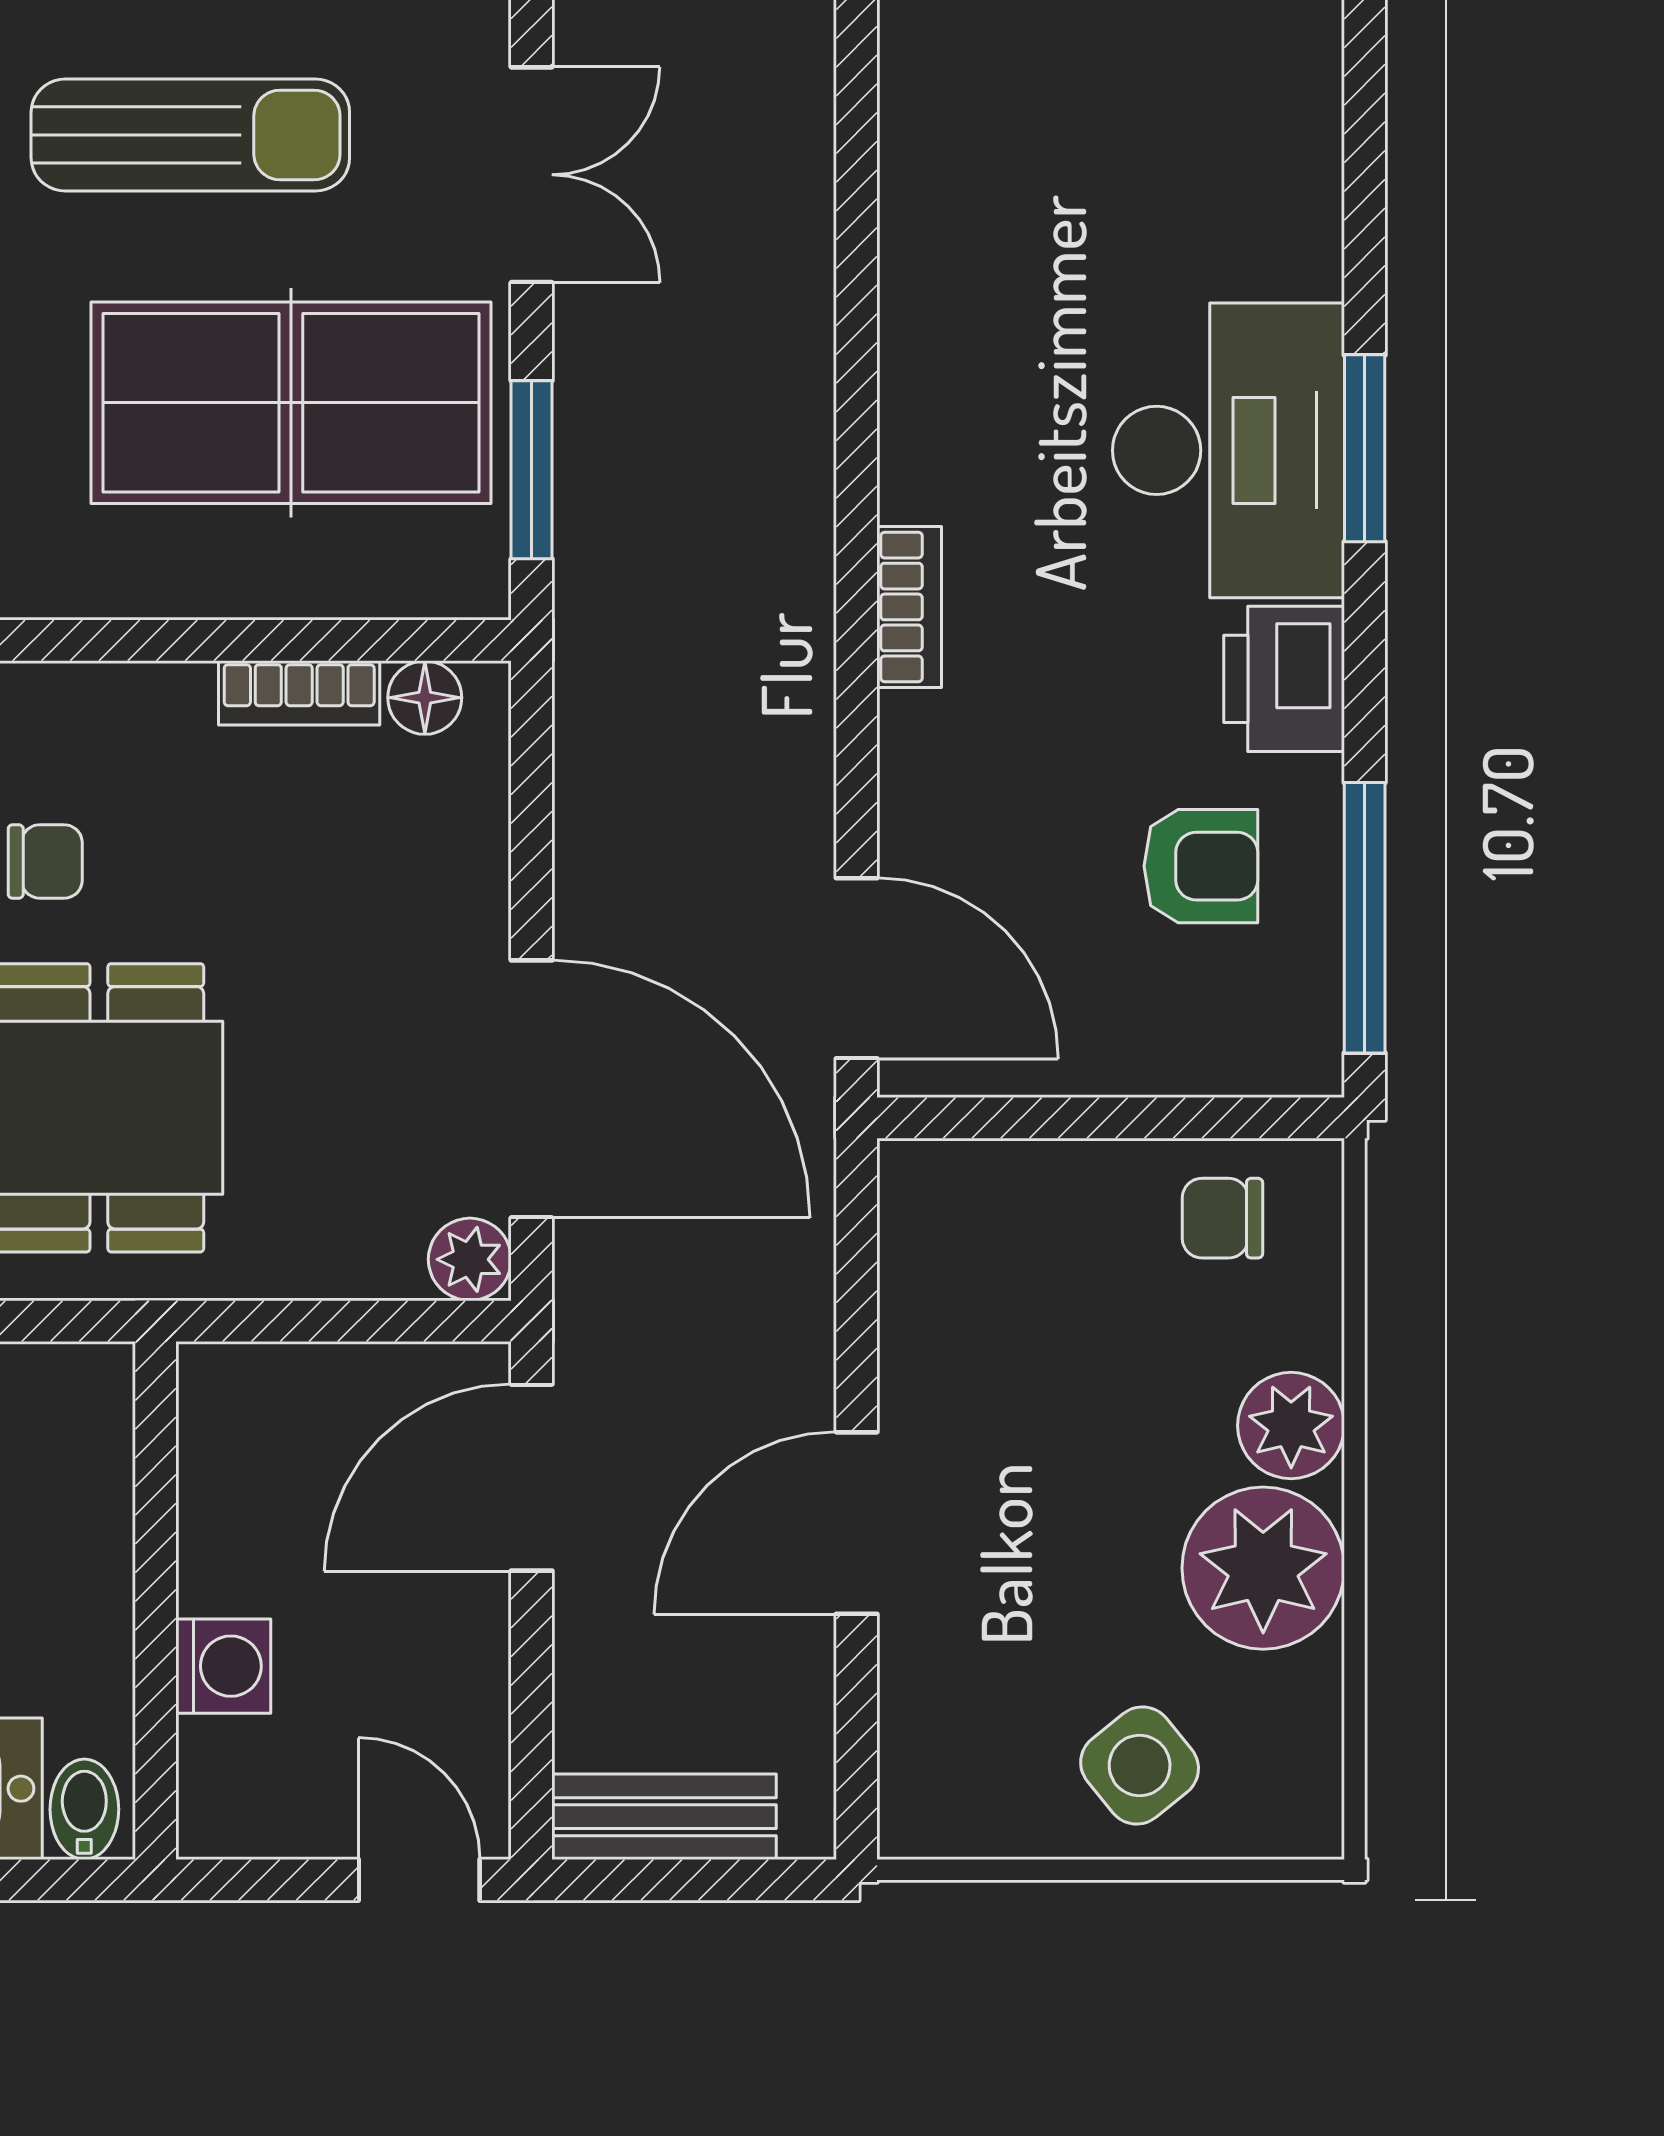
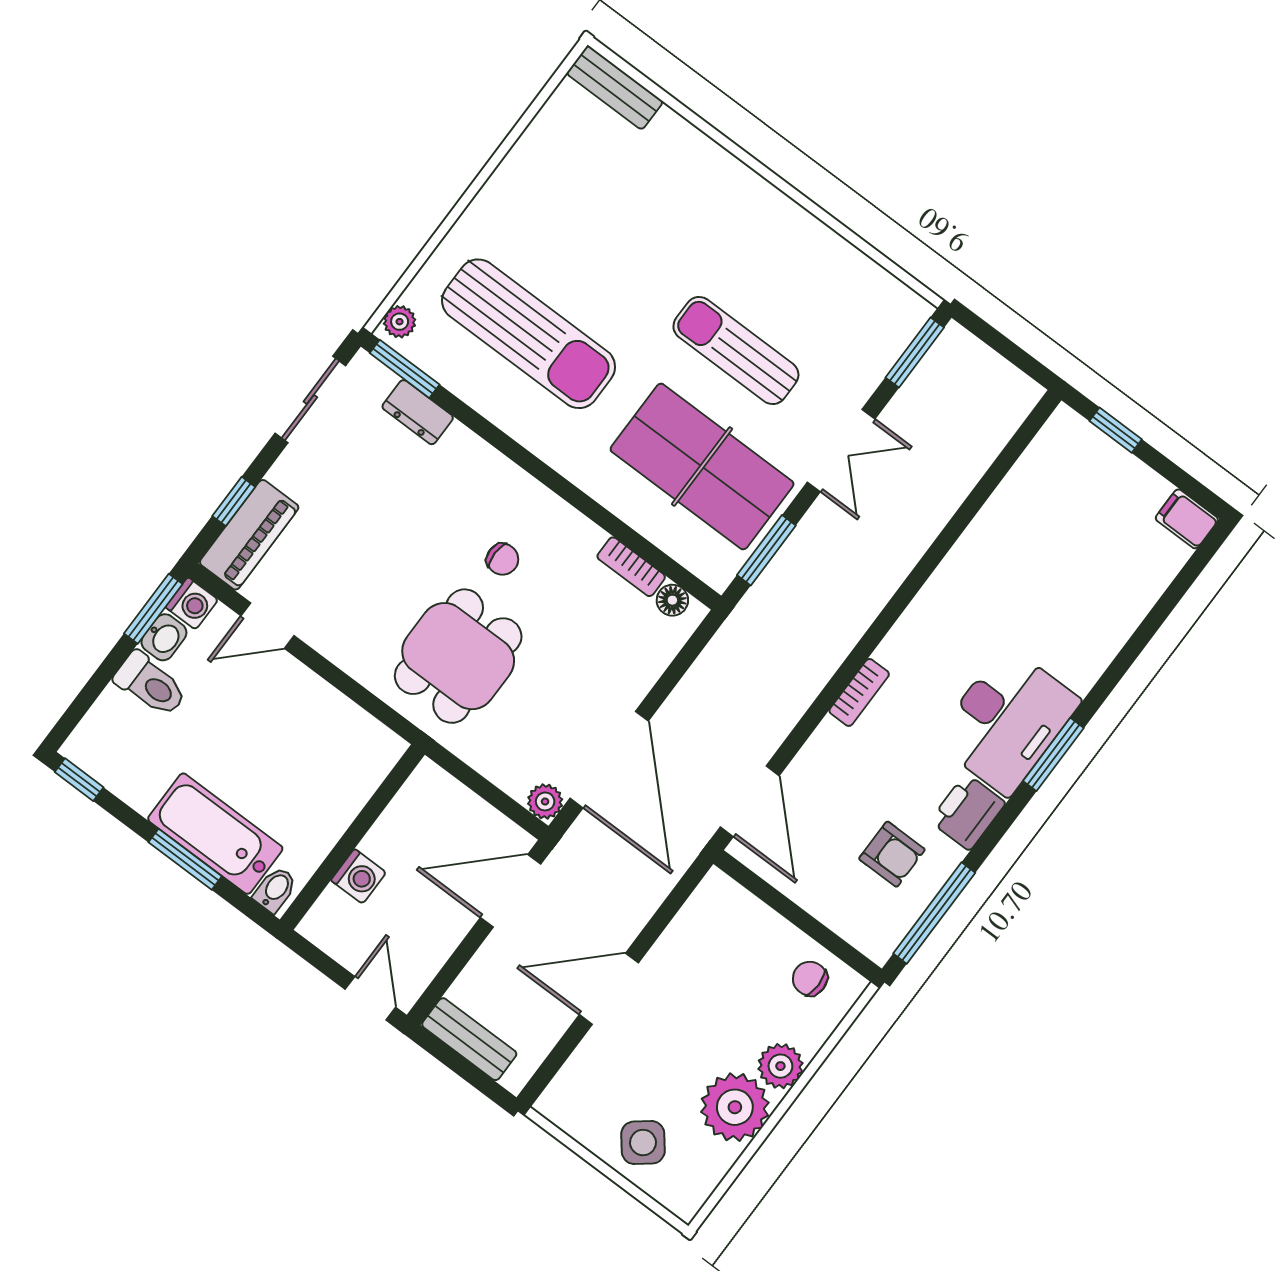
sun lounger: (190, 135) -> (736, 351), turned 180

